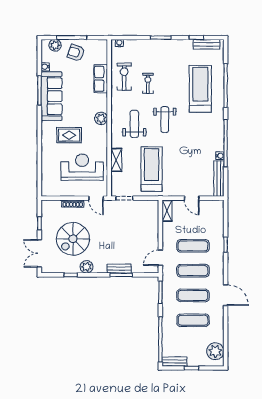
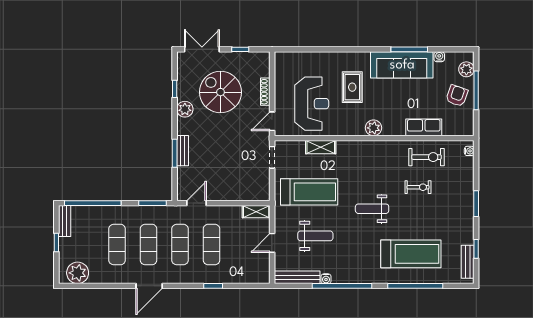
weight bench: (134, 124) -> (315, 236), moved
door: (160, 258) -> (196, 203), hinge flipped

